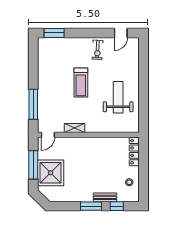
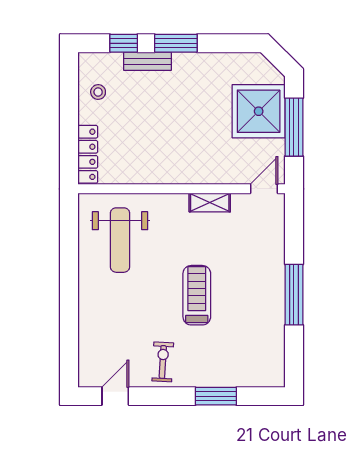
window: (54, 33) -> (216, 396), moved
weight bench: (118, 97) -> (120, 240), moved
window: (33, 104) -> (294, 295), moved

